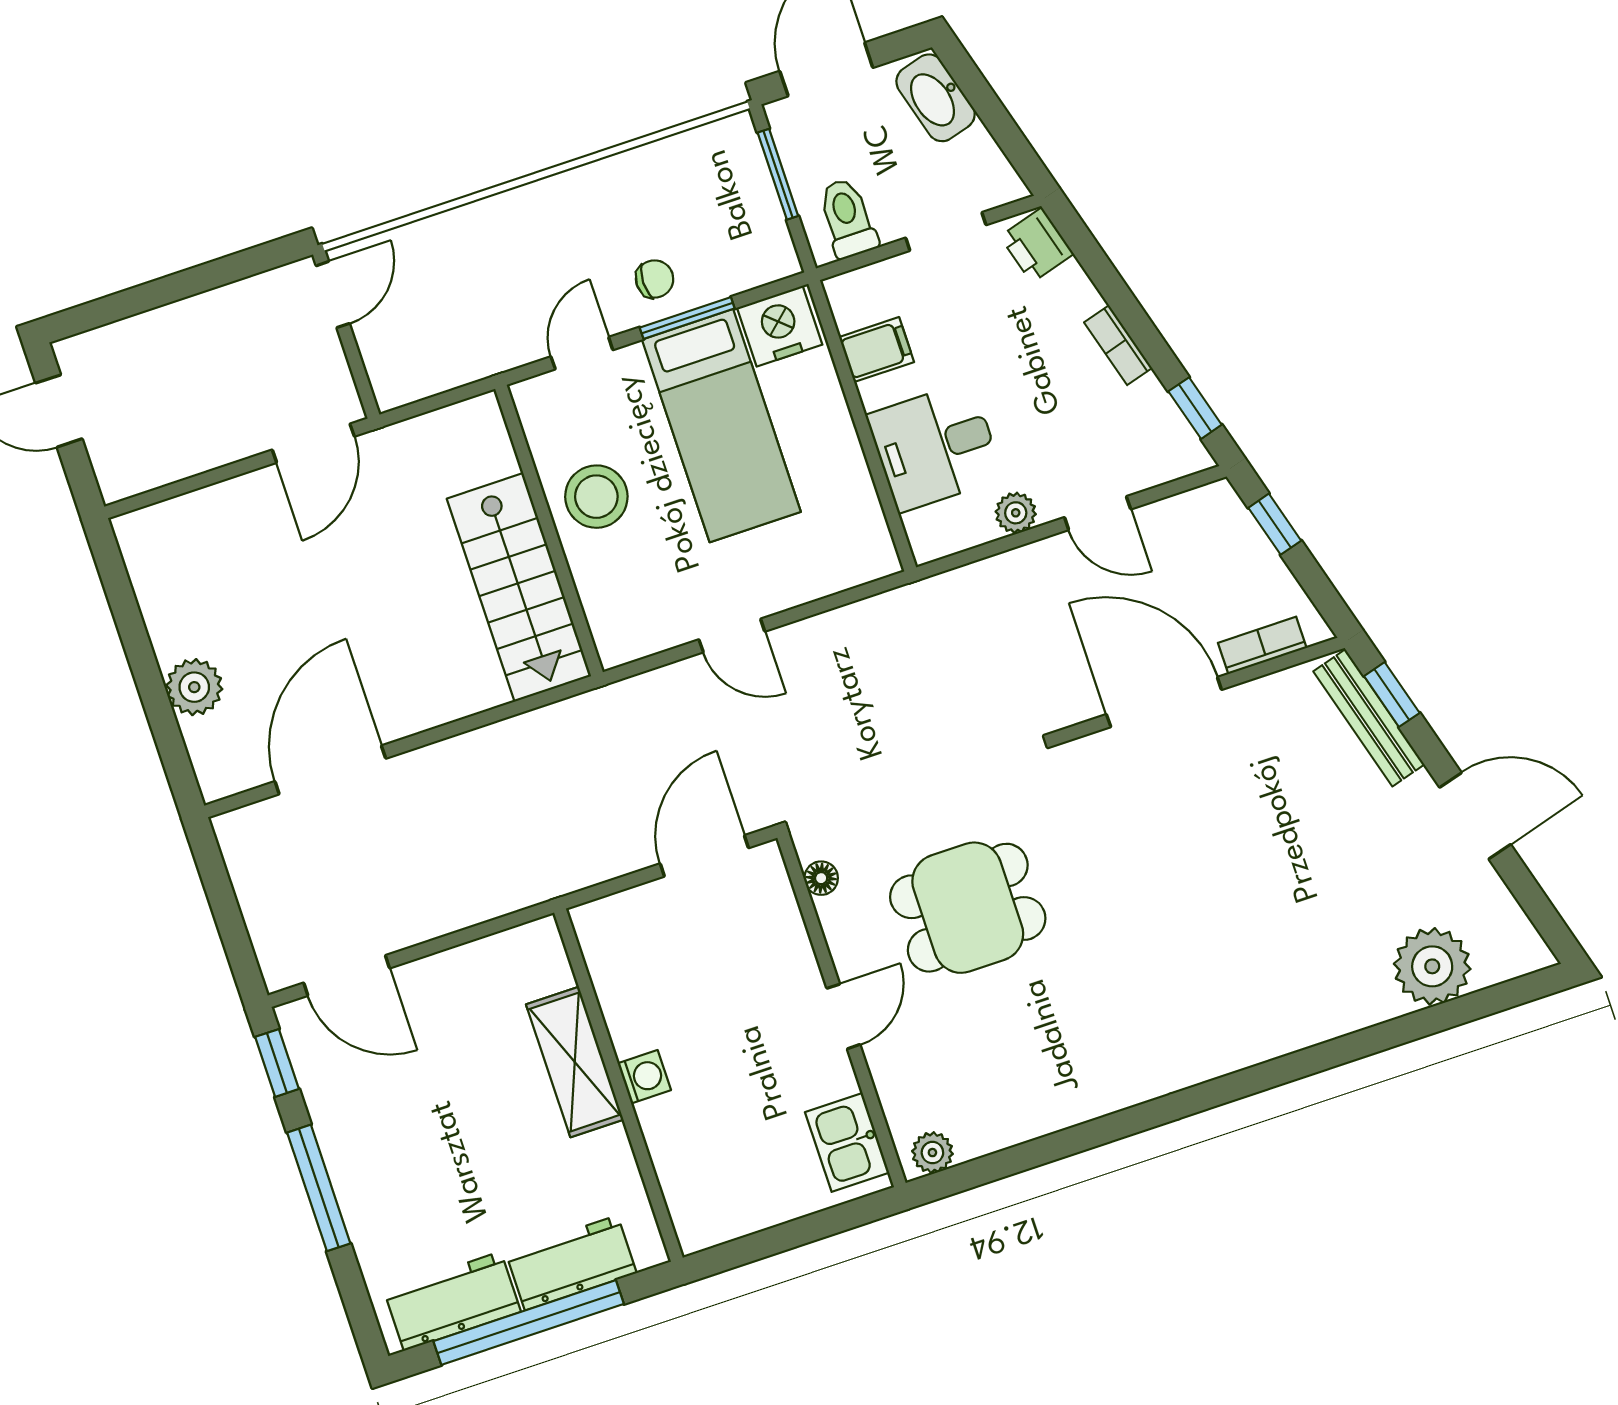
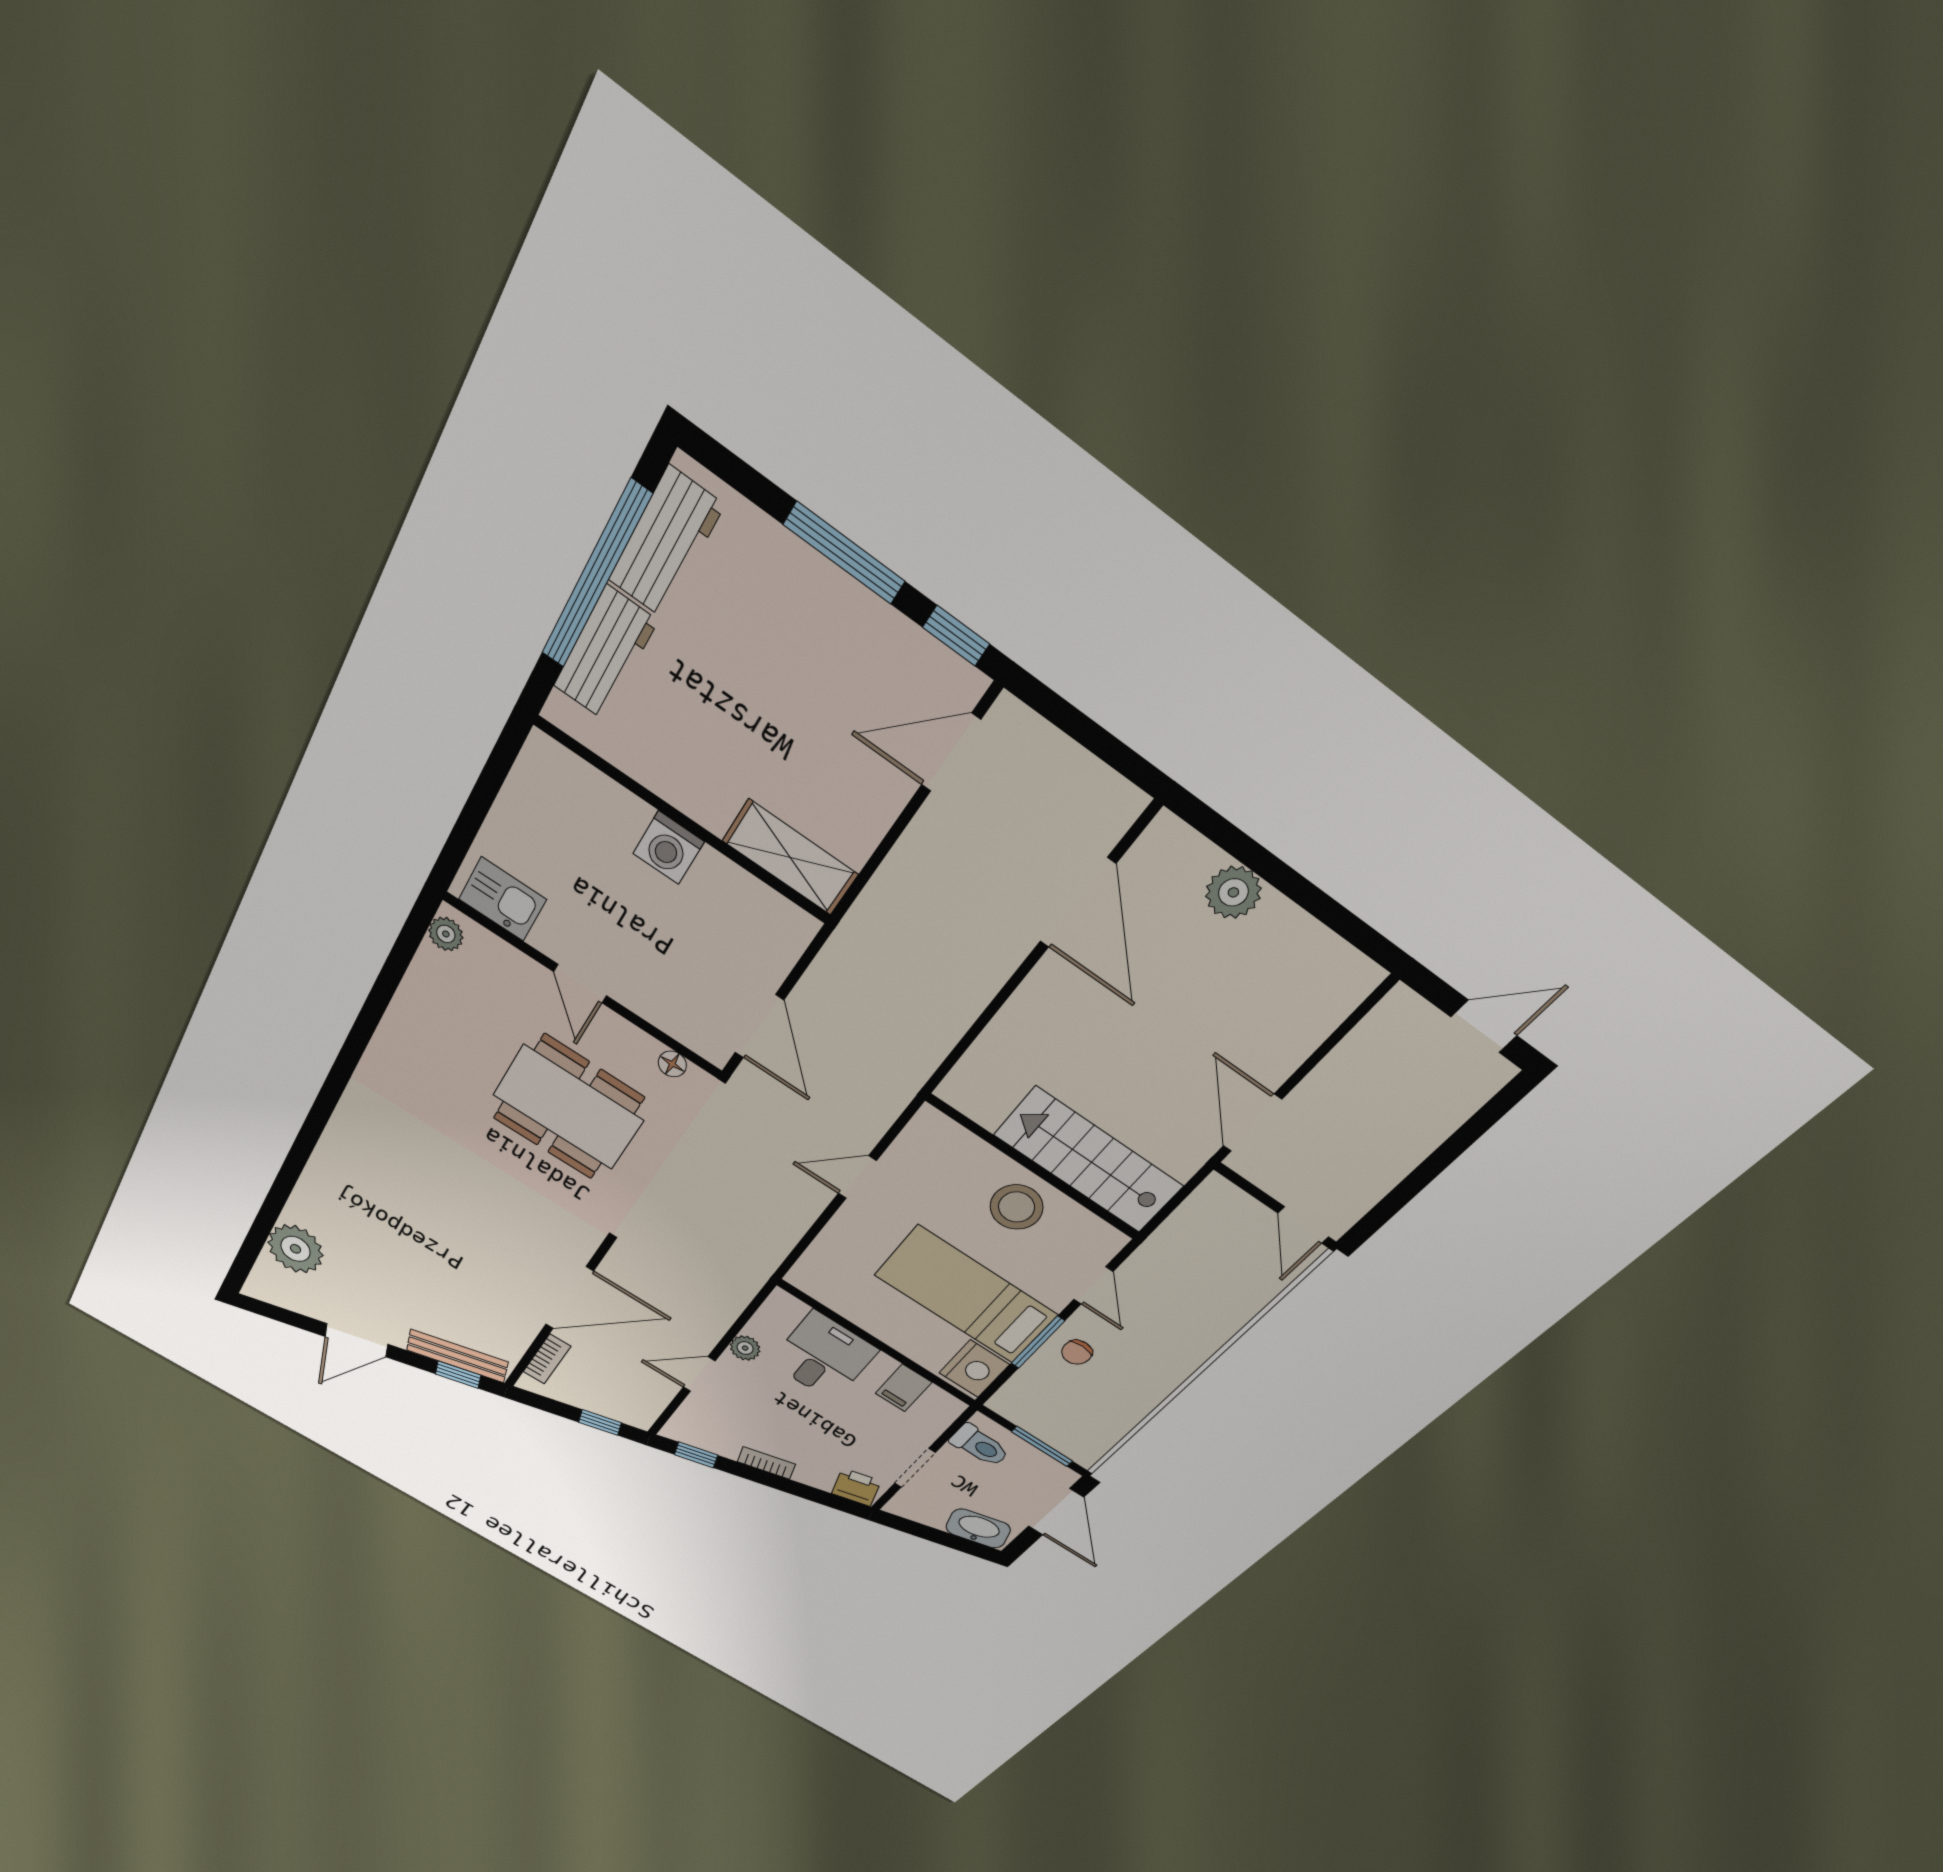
stairs: (519, 587) -> (1089, 1160), moved
dining table: (968, 908) -> (568, 1108), width x1.38
shelving: (575, 1062) -> (790, 858), moved
washing machine: (644, 1077) -> (669, 848), width x1.38, depth x1.38

